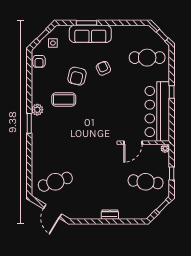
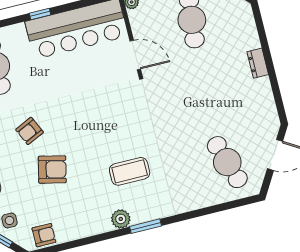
coffee table: (64, 99) -> (130, 171), moved, turned 90

